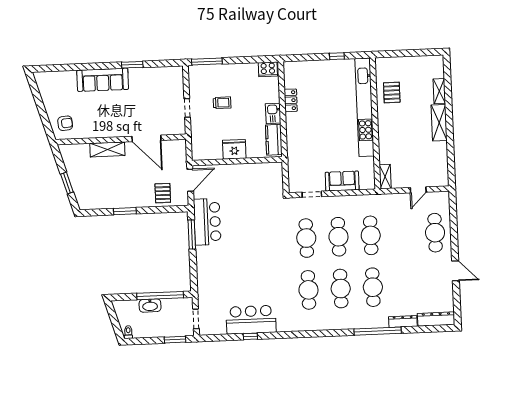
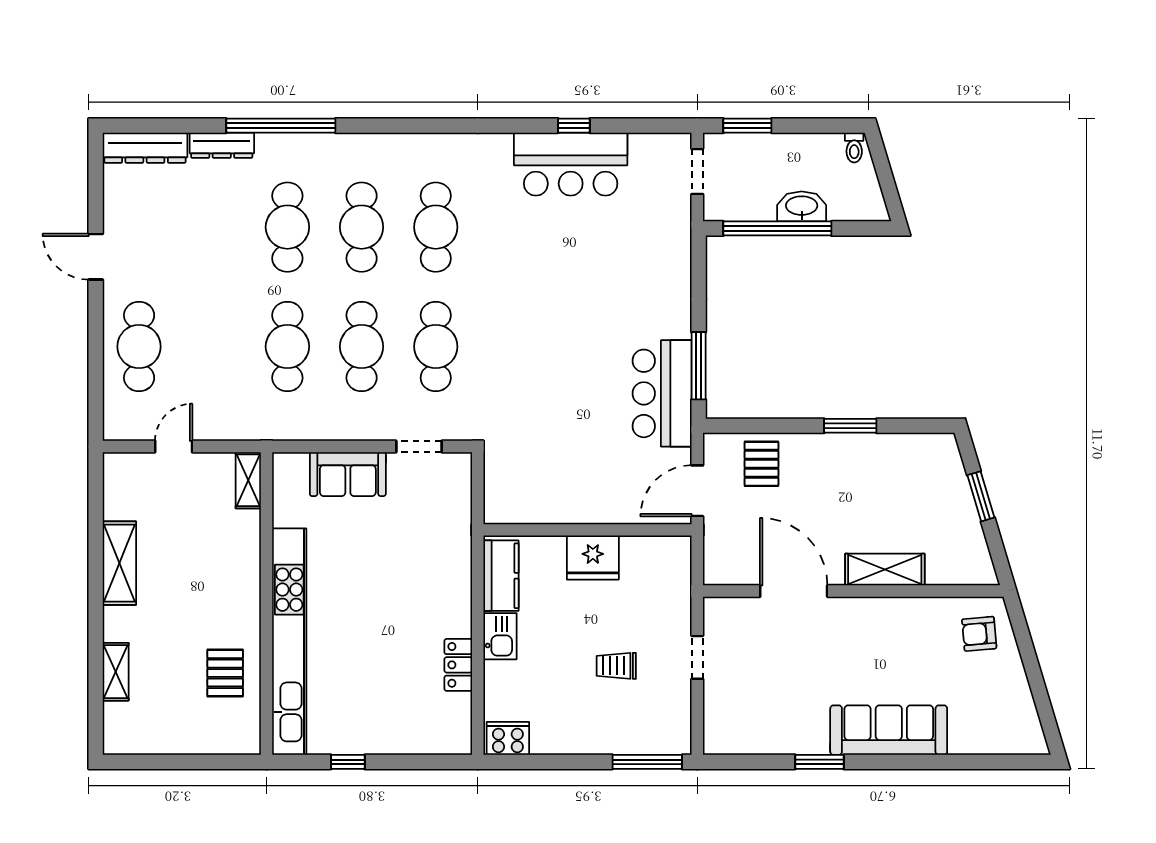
shelving: (439, 123) -> (119, 563), moved

